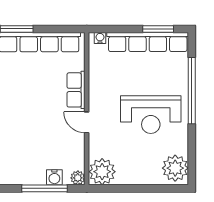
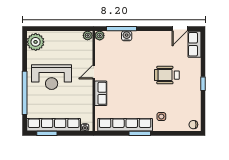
reception desk: (151, 115) -> (52, 77), turned 180
door: (87, 122) -> (94, 72), swing flipped
plant: (102, 172) -> (88, 35), width x0.53, depth x0.53
water cooler: (54, 177) -> (127, 36), moved

